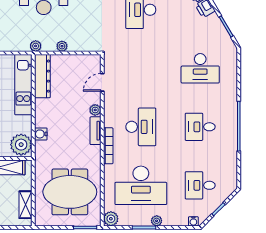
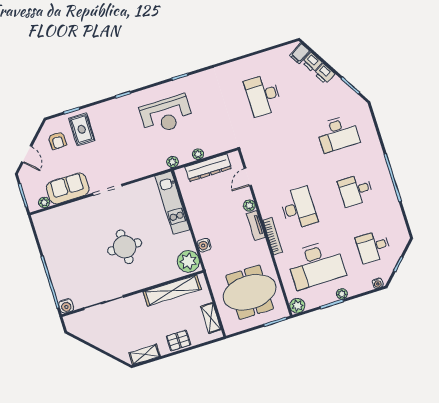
dresser: (42, 76) -> (208, 168), moved, turned 90

